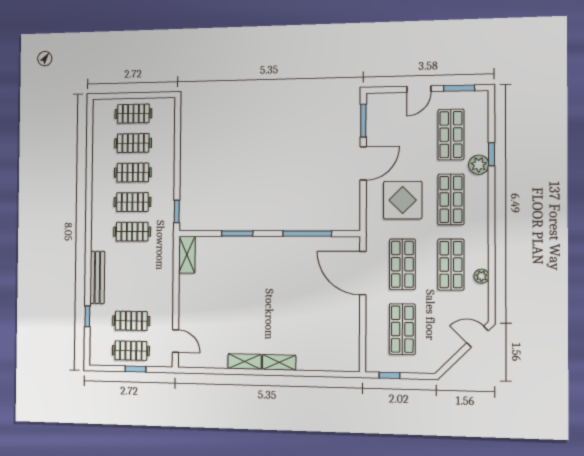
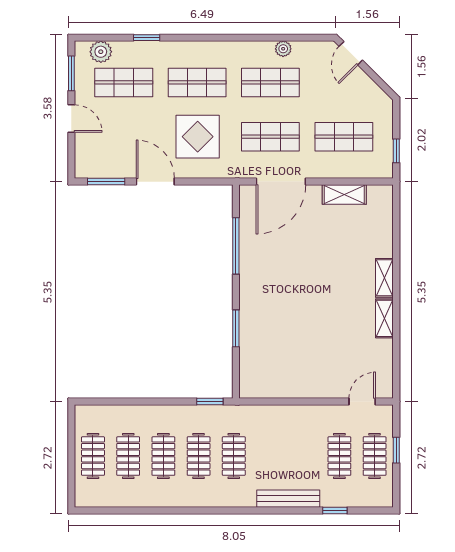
plant: (479, 165) -> (101, 52), moved
shelving: (187, 255) -> (344, 194), moved

